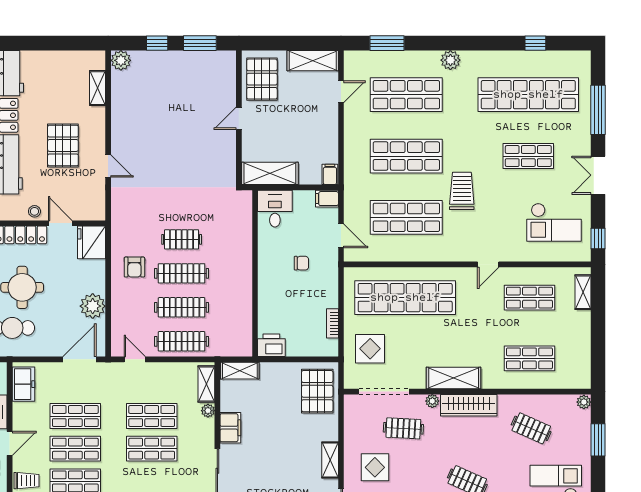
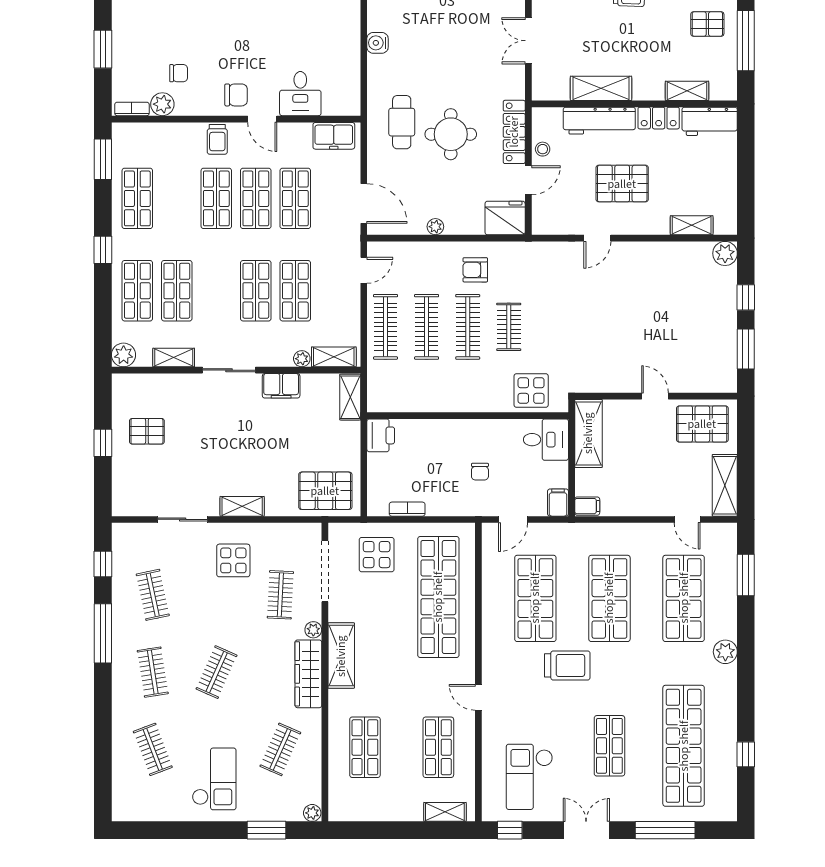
display table: (234, 221) -> (531, 391), added
plant: (93, 306) -> (435, 227), width x0.53, depth x0.53

